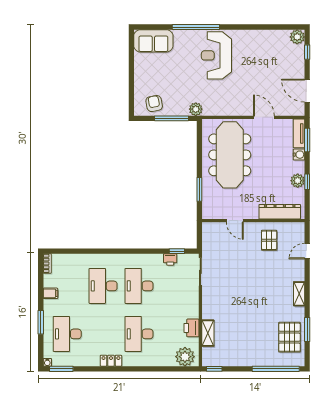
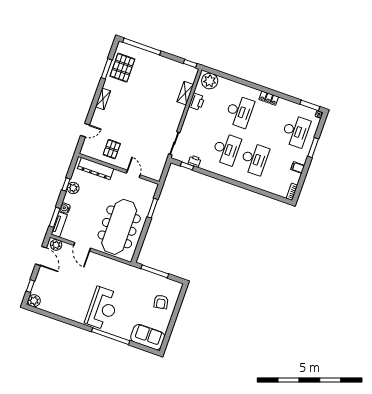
armchair: (154, 104) -> (161, 302), moved
plant: (196, 109) -> (56, 245), moved

